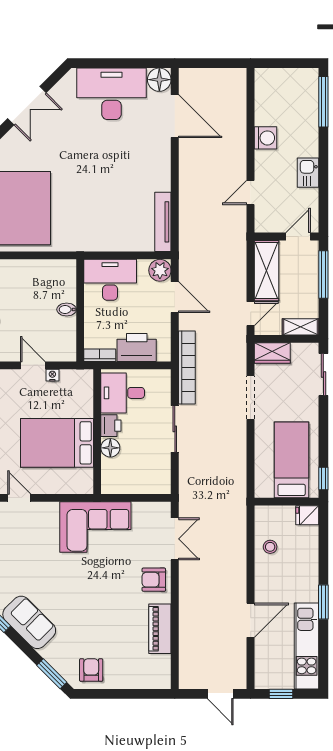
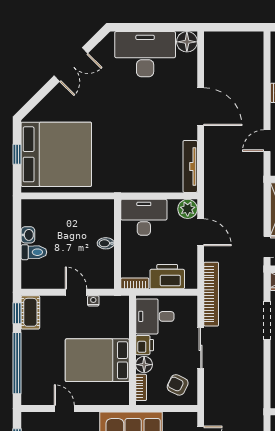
door: (175, 116) -> (201, 107), moved
armchair: (149, 471) -> (178, 385), added
bookcase: (107, 474) -> (141, 387), added

